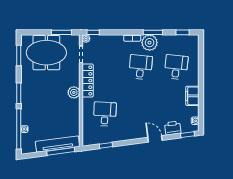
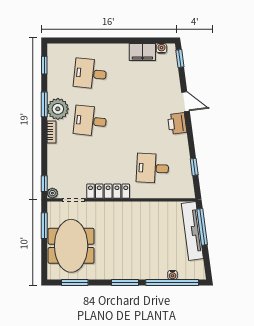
plant: (74, 92) -> (124, 209), removed
filing cabinet: (192, 96) -> (142, 52), moved
printer: (173, 128) -> (177, 124), moved
door: (155, 139) -> (186, 102), swing flipped

